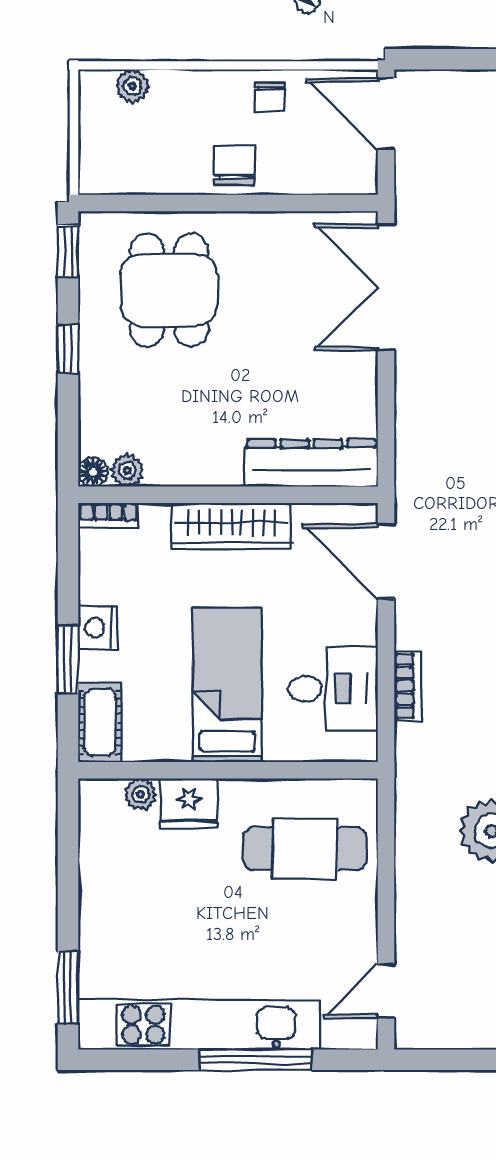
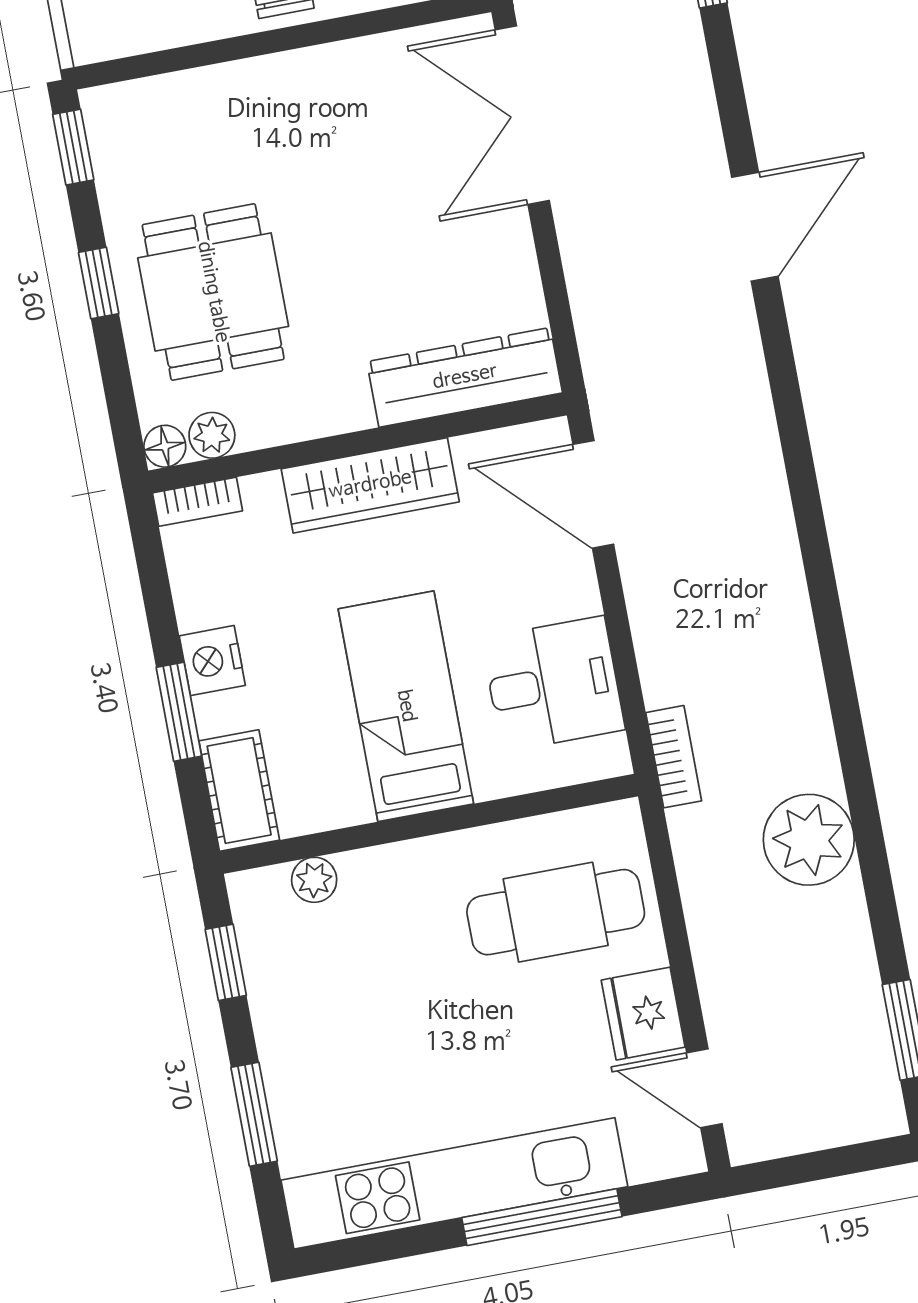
dining table: (169, 290) -> (213, 292), moved
bookcase: (408, 686) -> (674, 757), moved
fridge: (189, 803) -> (643, 1014), moved, turned 90
window: (68, 840) -> (226, 962), added
window: (68, 988) -> (254, 1114), moved
door: (386, 991) -> (704, 1088), hinge flipped

